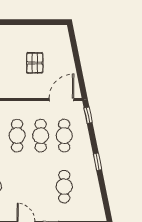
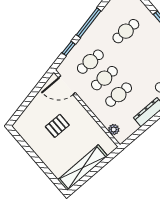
window: (88, 115) -> (69, 48), moved
window: (97, 162) -> (89, 23), width x2.17

